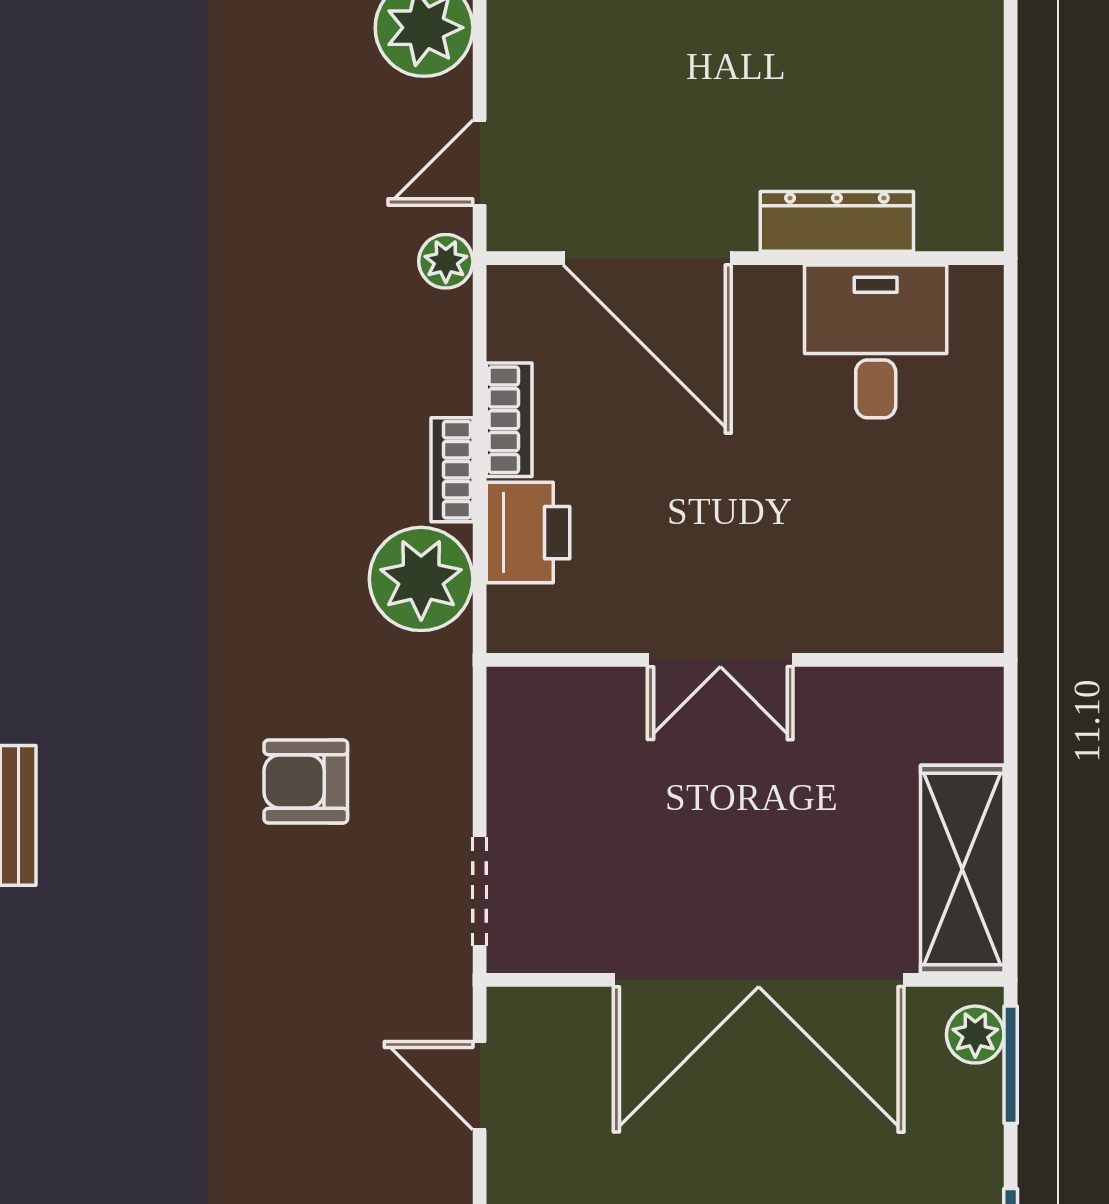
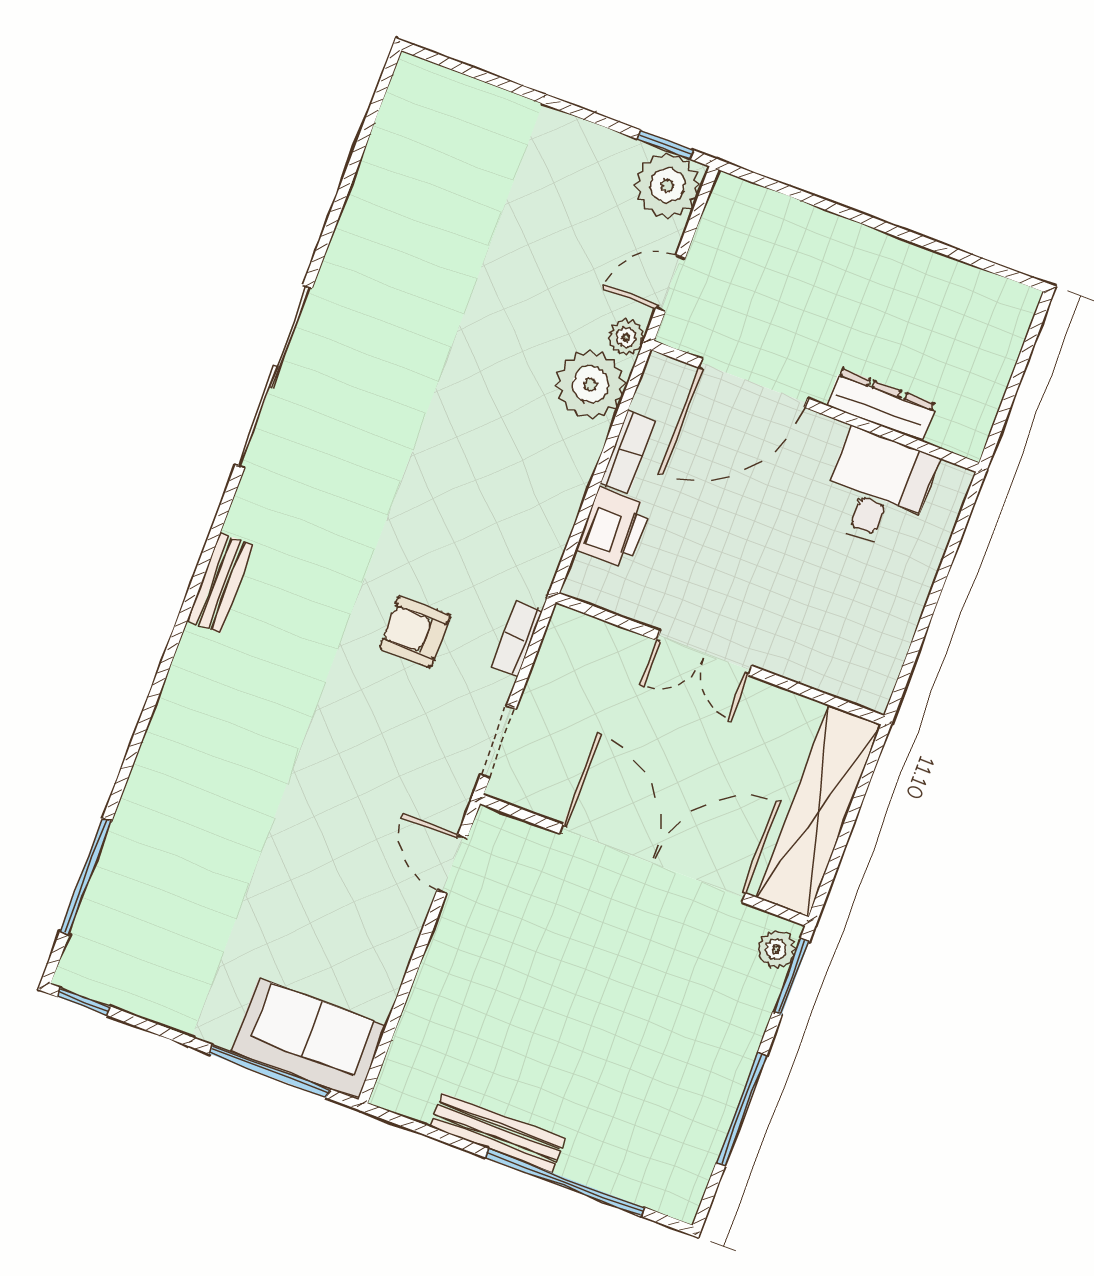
door: (647, 258) -> (753, 383), hinge flipped
bookcase: (452, 470) -> (517, 639), moved
plant: (421, 579) -> (590, 384), moved
shelving: (962, 869) -> (819, 811), width x1.47
double door: (759, 980) -> (653, 863), swing flipped

